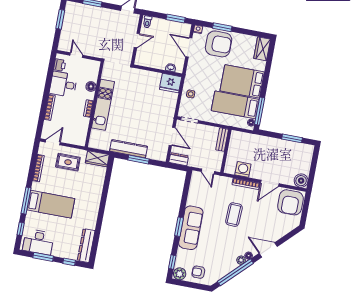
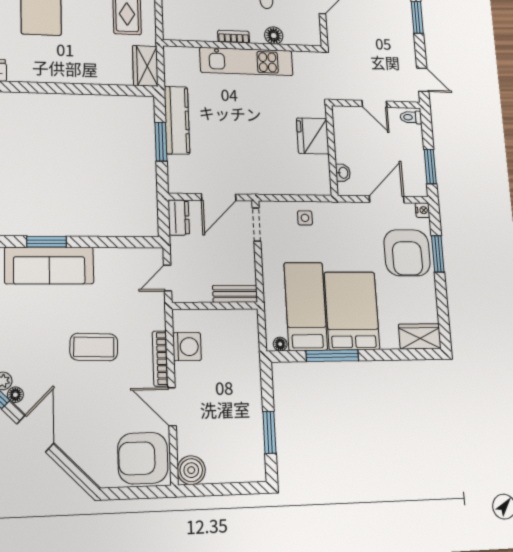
fridge: (171, 83) -> (313, 136), moved
window: (260, 111) -> (332, 356), moved

